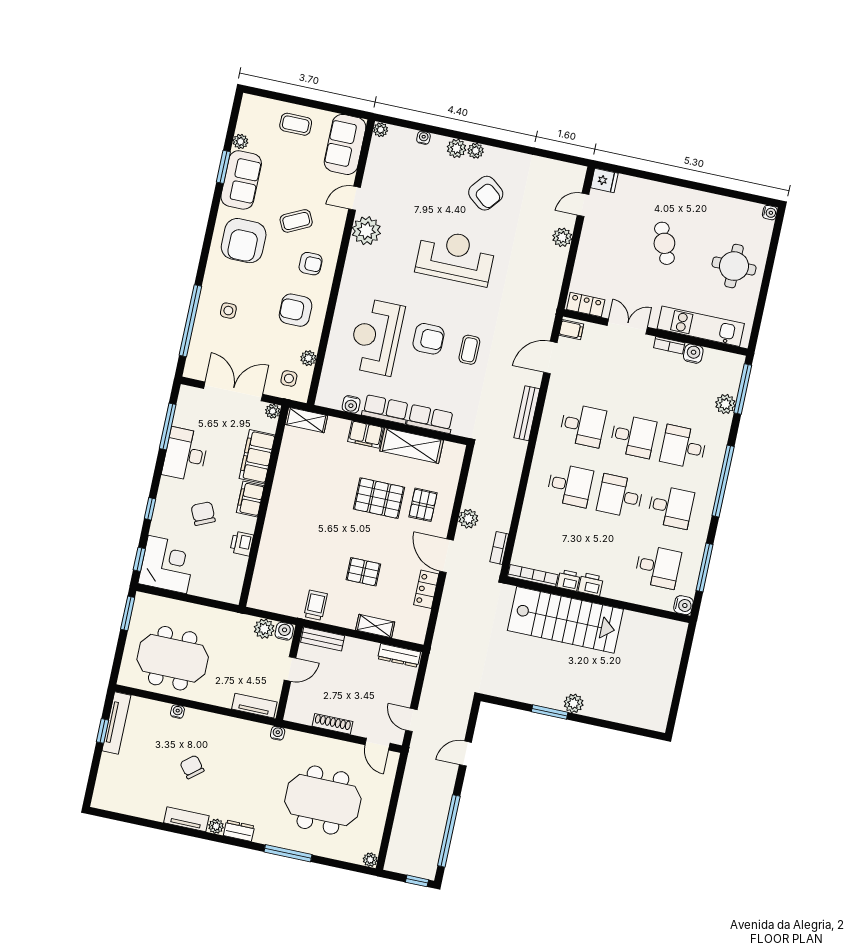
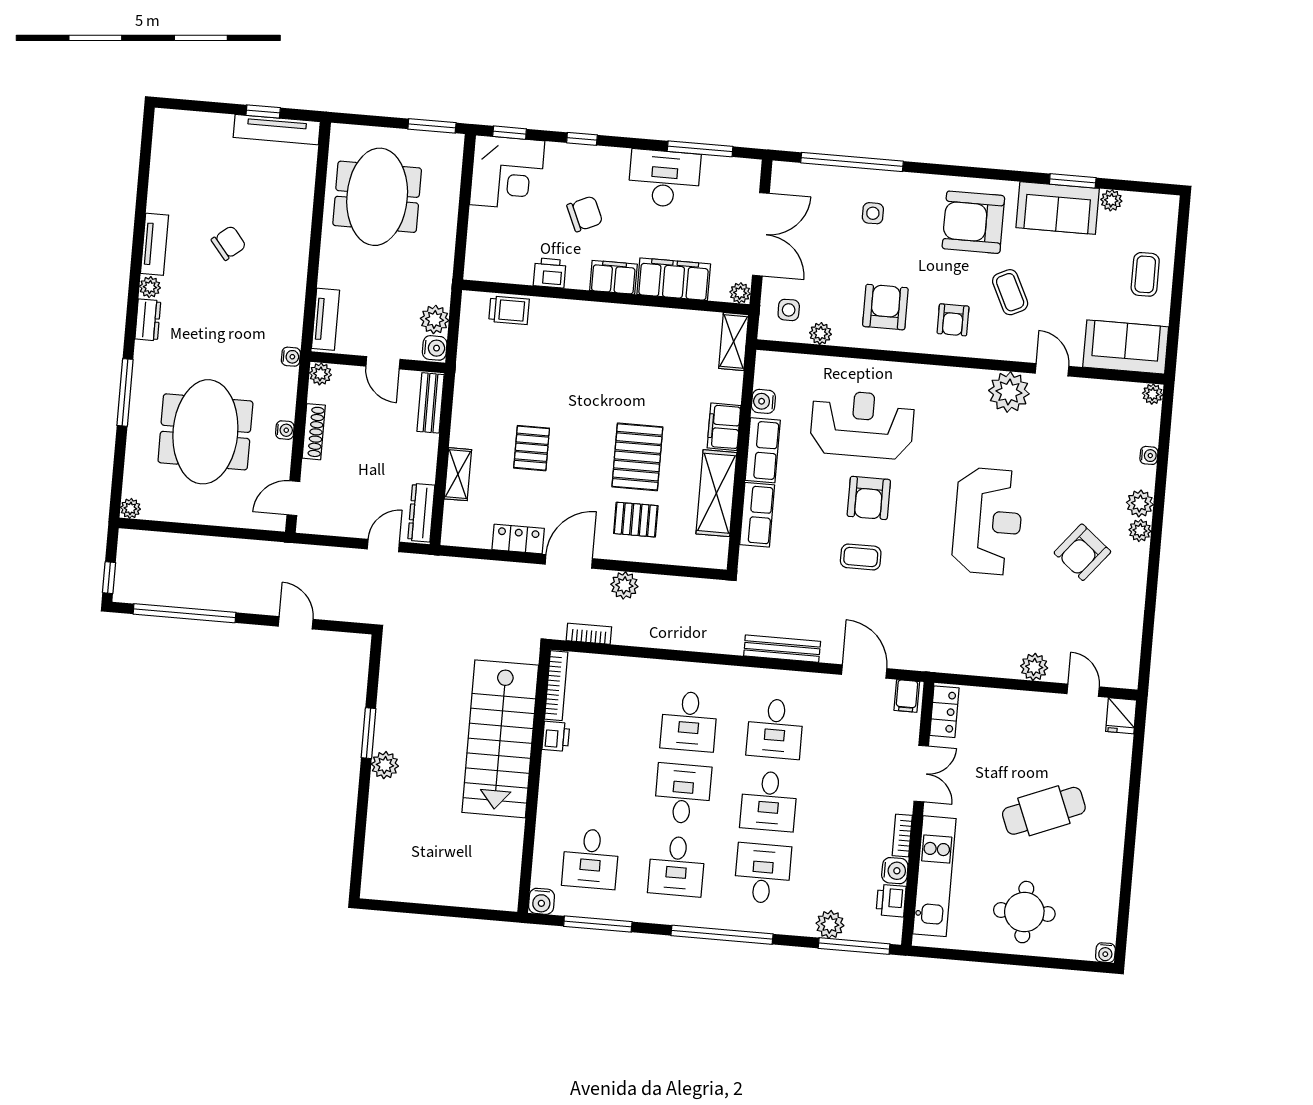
cafe table: (664, 243) -> (1044, 811), width x1.37, depth x1.35
printer: (591, 584) -> (891, 901), moved, turned 180
trolley: (316, 605) -> (509, 310), moved
water cooler: (177, 712) -> (285, 430), moved
plant: (292, 714) -> (320, 374), added
door: (411, 720) -> (383, 546), moved

